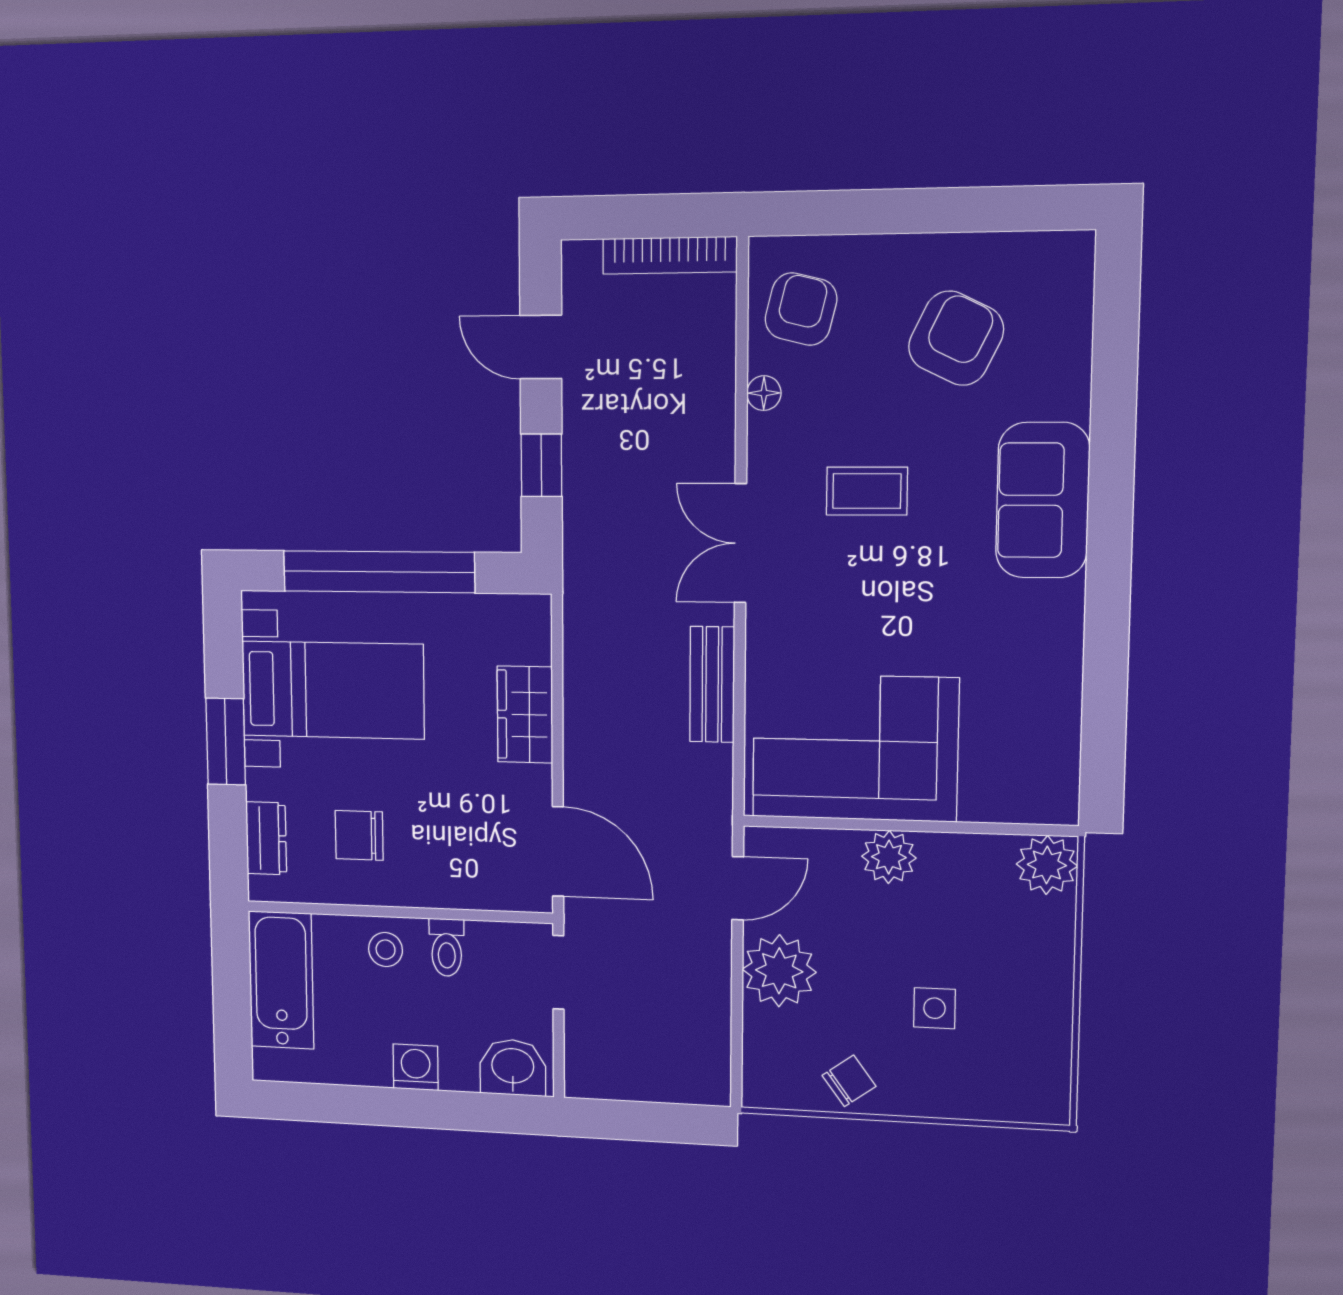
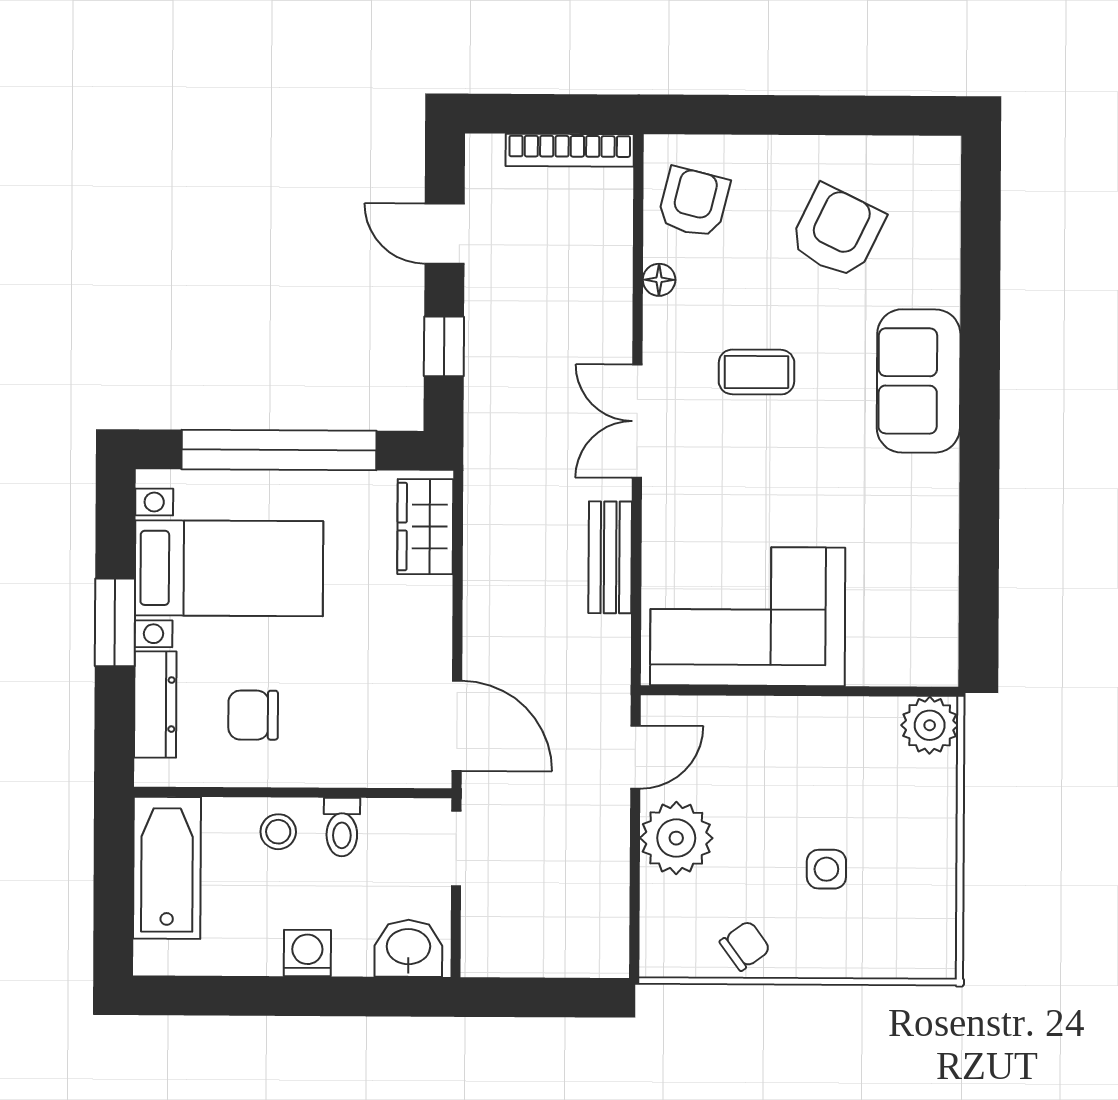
wardrobe: (525, 715) -> (425, 527), moved
dresser: (266, 838) -> (155, 704), width x1.44
plant: (889, 857) -> (781, 722), removed

